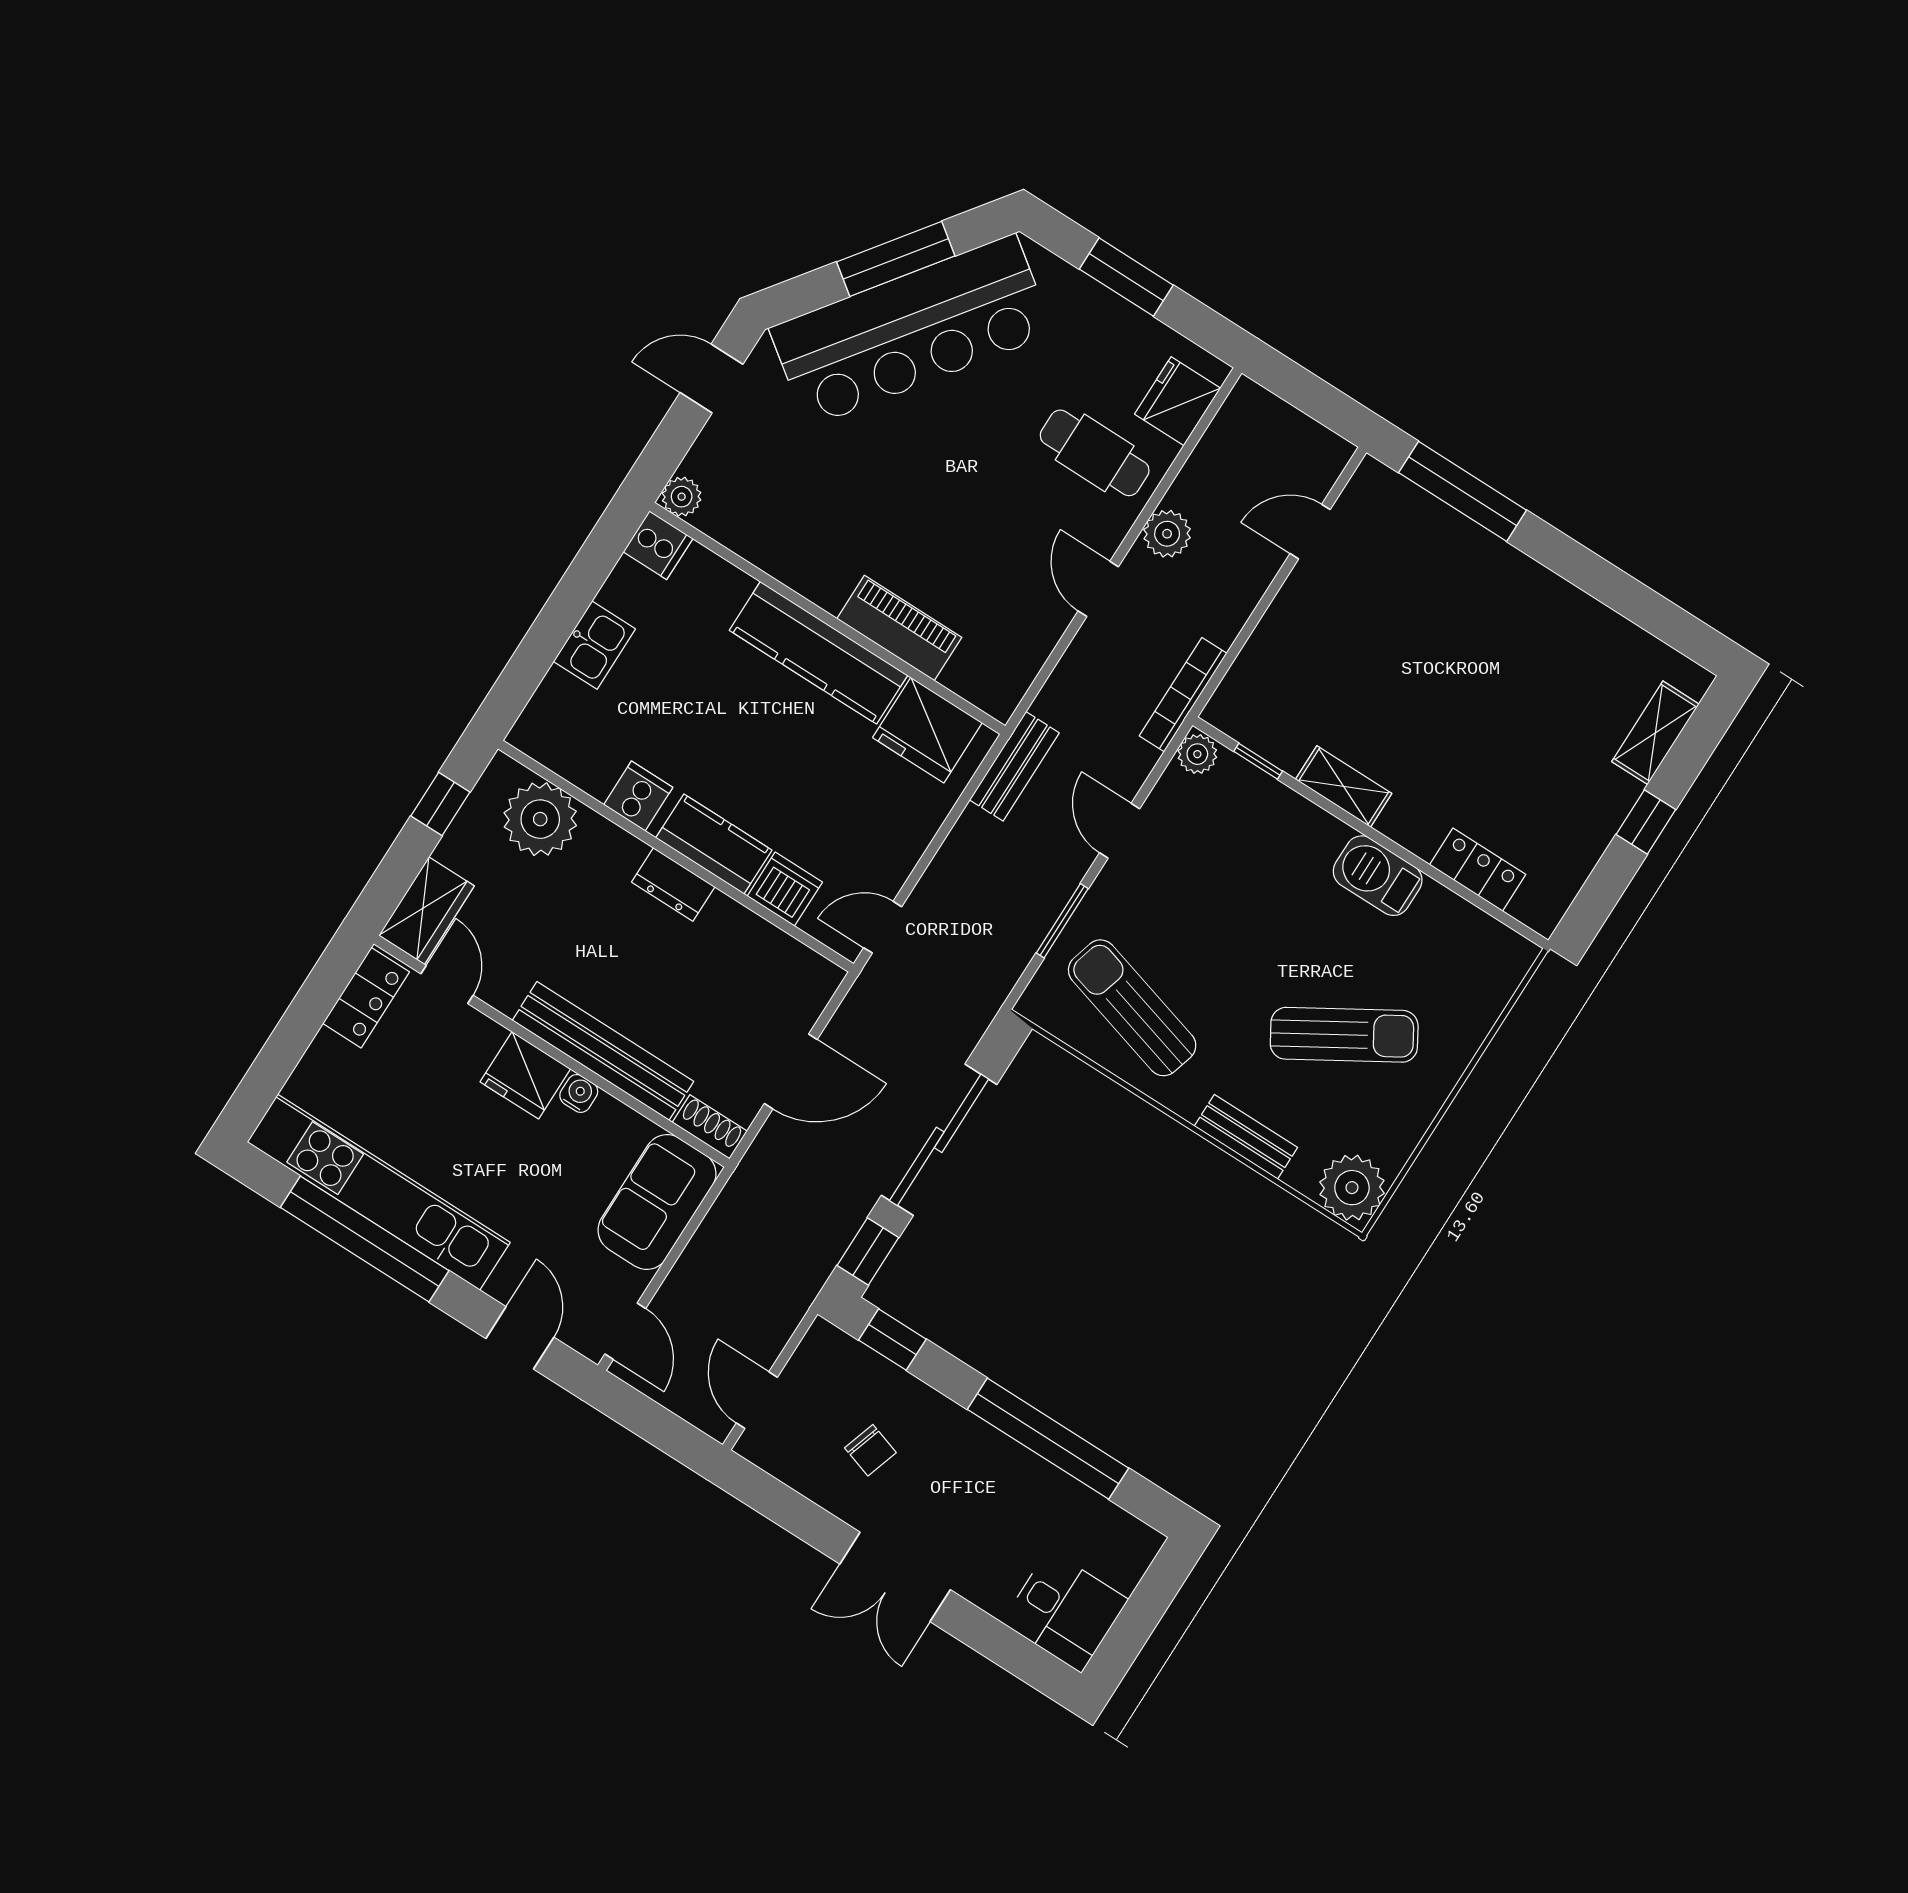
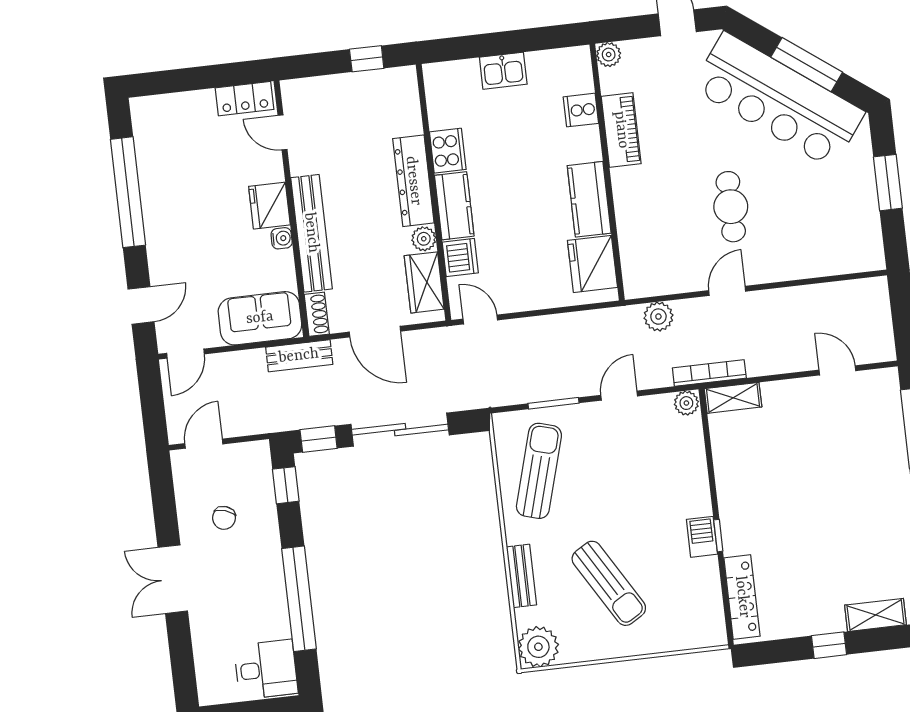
fridge: (1178, 401) -> (848, 256), removed
cafe table: (1095, 453) -> (731, 207), moved
plant: (1167, 534) -> (658, 317), moved
cooker: (658, 545) -> (581, 110), moved, turned 90
piano: (899, 628) -> (621, 130), moved
kitchen counter: (819, 653) -> (589, 199), width x0.67
window: (1258, 761) -> (718, 536), moved
bench: (1014, 766) -> (299, 356), moved
shelving: (1344, 786) -> (733, 398), moved, turned 90
cooker: (638, 796) -> (448, 151), width x1.36
plant: (540, 819) -> (424, 239), moved, width x0.53, depth x0.53
locker: (1478, 870) -> (742, 597), width x1.53
barbecue: (1378, 876) -> (702, 537), width x0.73, depth x0.79
dresser: (673, 884) -> (413, 181), width x1.96, depth x1.24
wardrobe: (427, 911) -> (424, 282), moved, turned 90
door: (447, 985) -> (282, 132), swing flipped
kitchen unit: (379, 1192) -> (156, 181), removed
desk: (1065, 1611) -> (266, 669), moved, turned -90

